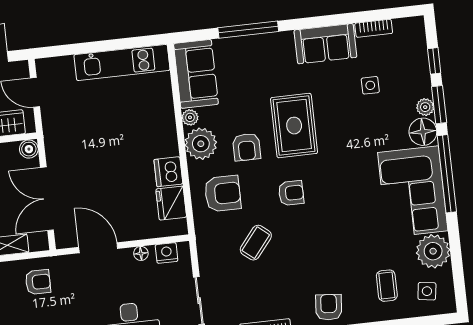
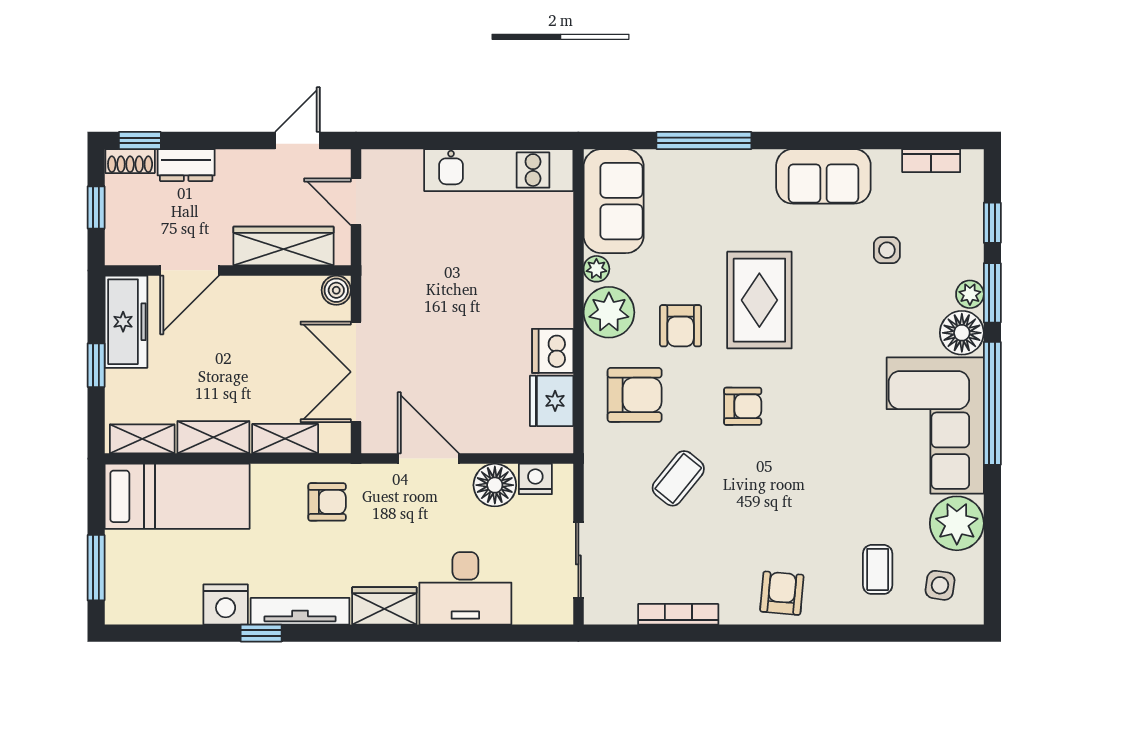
bookcase: (374, 28) -> (931, 161), moved
floor lamp: (141, 253) -> (495, 485), width x1.89, depth x1.89

